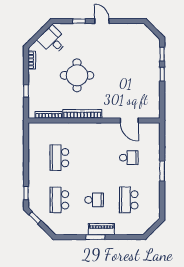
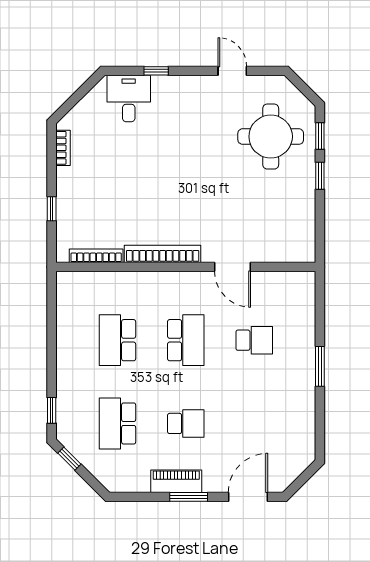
door: (102, 21) -> (232, 71), moved
desk: (53, 40) -> (129, 98), moved, turned 45
round table: (77, 75) -> (271, 137), moved
door: (129, 120) -> (233, 267), moved
school desk: (129, 200) -> (186, 340), moved, turned 180
piano: (101, 229) -> (176, 481), moved
door: (126, 237) -> (248, 497), added

